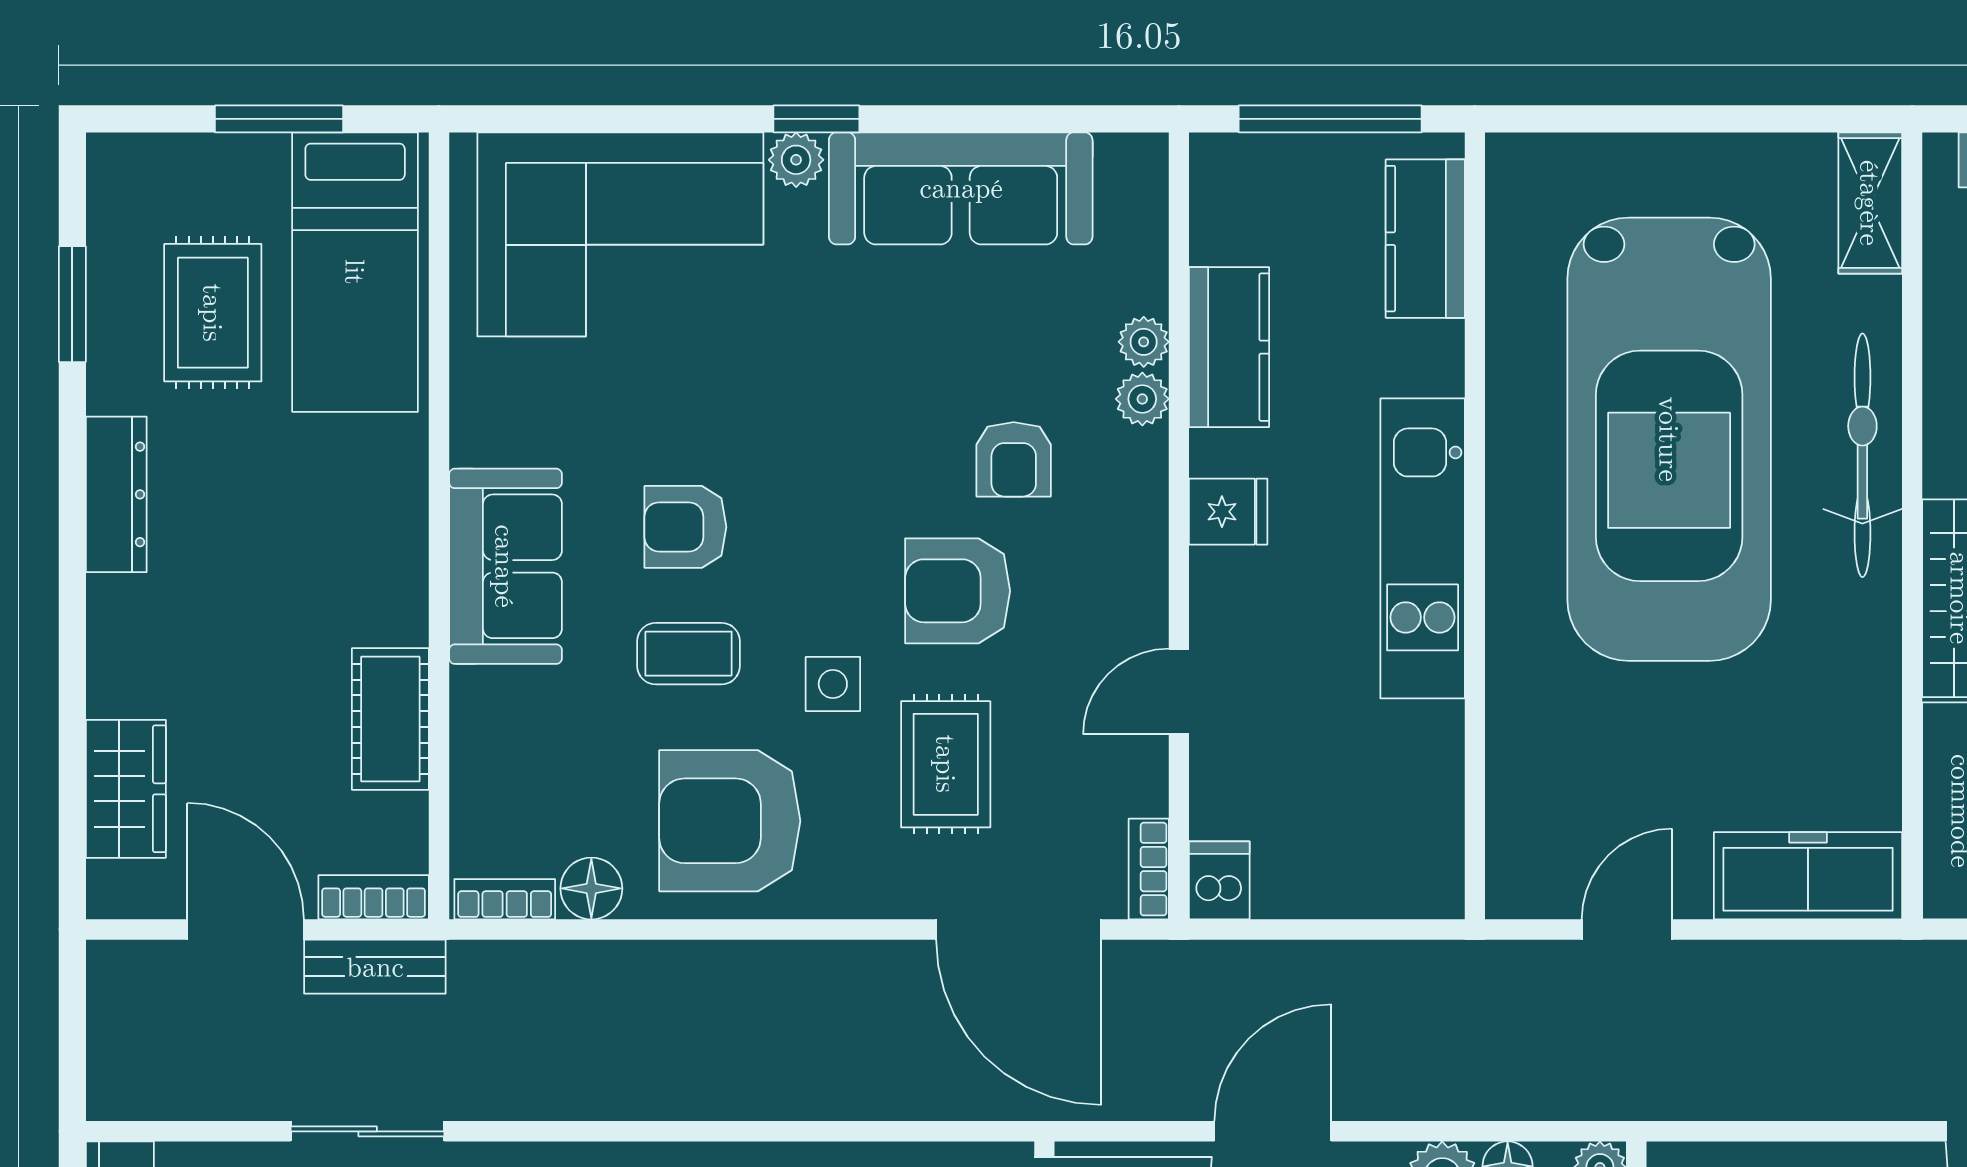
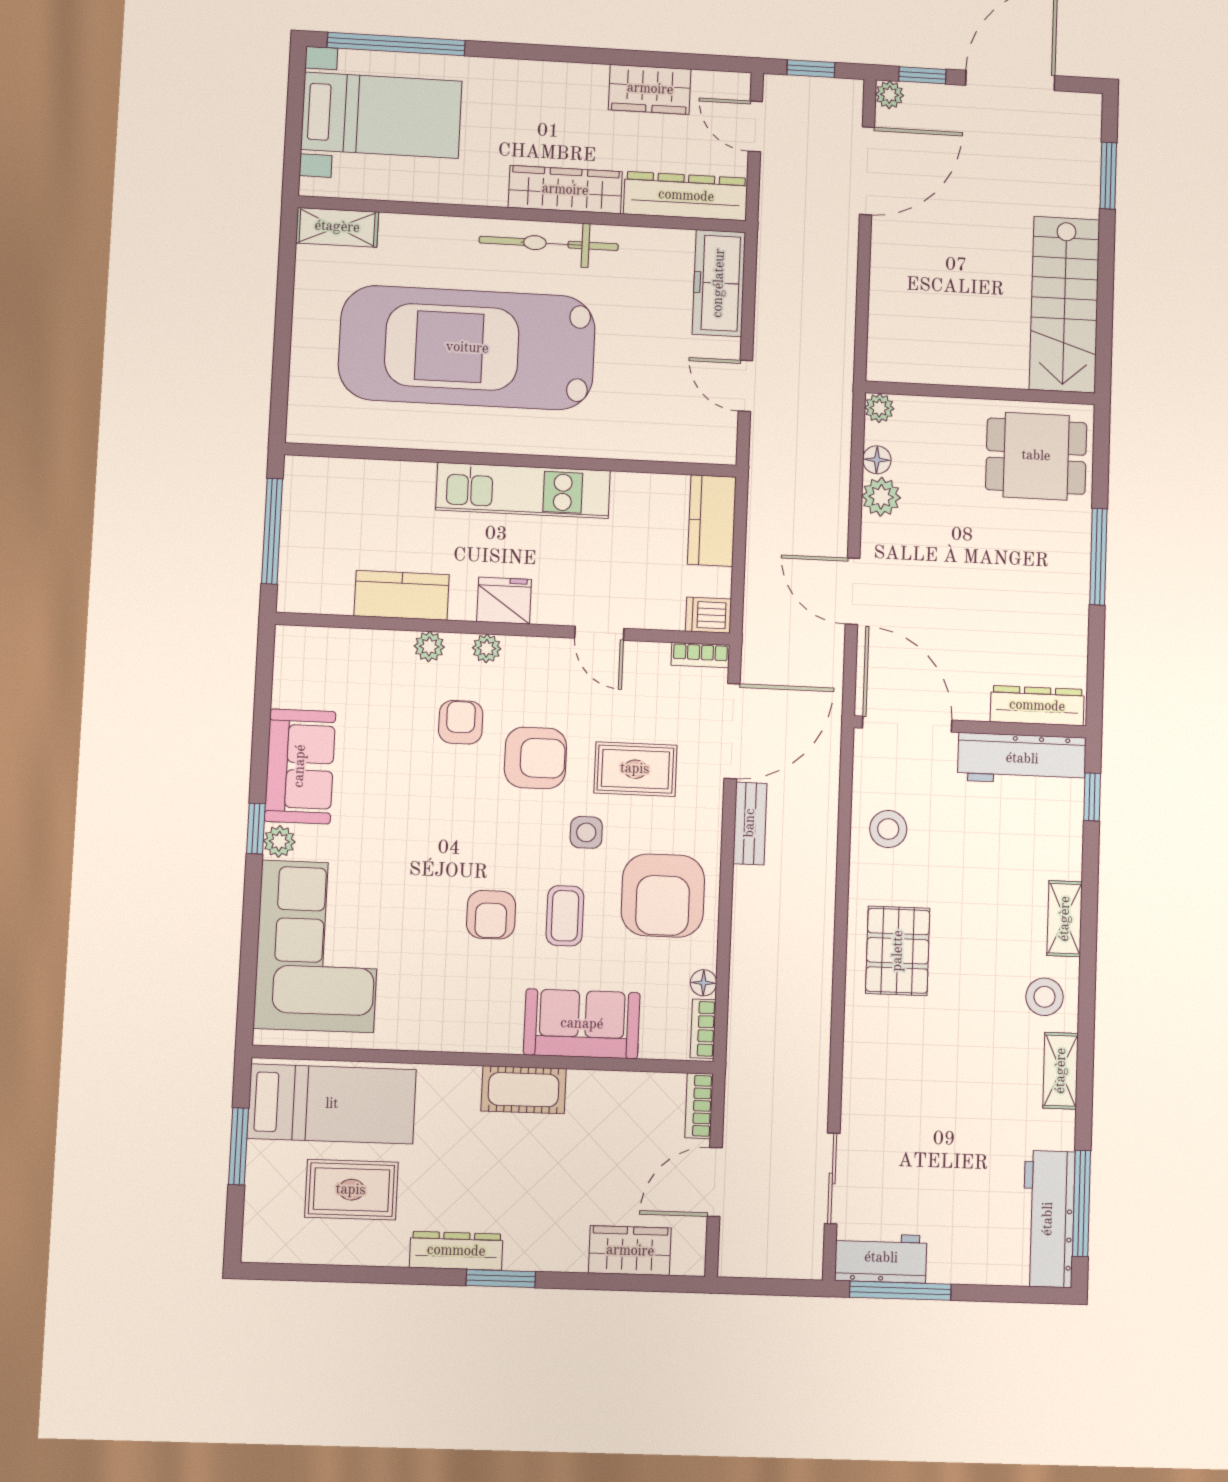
sofa: (961, 188) -> (300, 766), width x0.73
kitchen counter: (1425, 239) -> (712, 521), moved, turned 90
window: (72, 304) -> (501, 1279), moved
plant: (1144, 342) -> (487, 648), moved
car: (1669, 439) -> (467, 348), turned 180
bicycle: (1862, 455) -> (549, 243), moved
armchair: (1014, 459) -> (461, 722), turned -90
fridge: (1228, 512) -> (504, 600), width x1.38
sofa: (505, 566) -> (582, 1024), moved
armchair: (958, 591) -> (535, 758), turned -90
cot: (390, 719) -> (524, 1090), moved
floor lamp: (591, 888) -> (703, 983), width x0.73, depth x0.73
bench: (375, 967) -> (750, 823), moved
sliding door: (368, 1131) -> (832, 1178), moved

